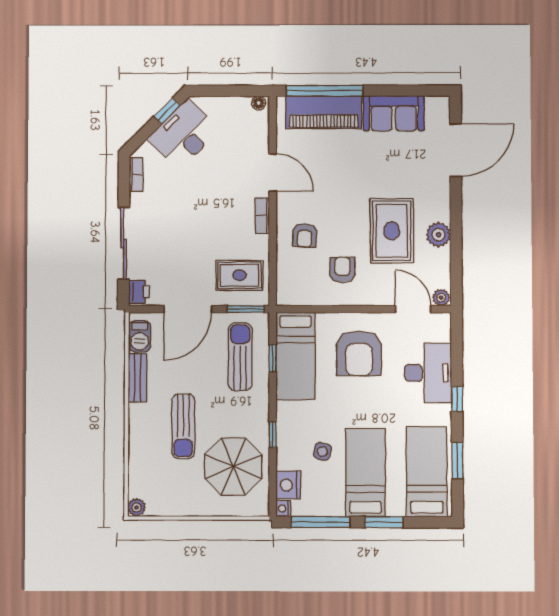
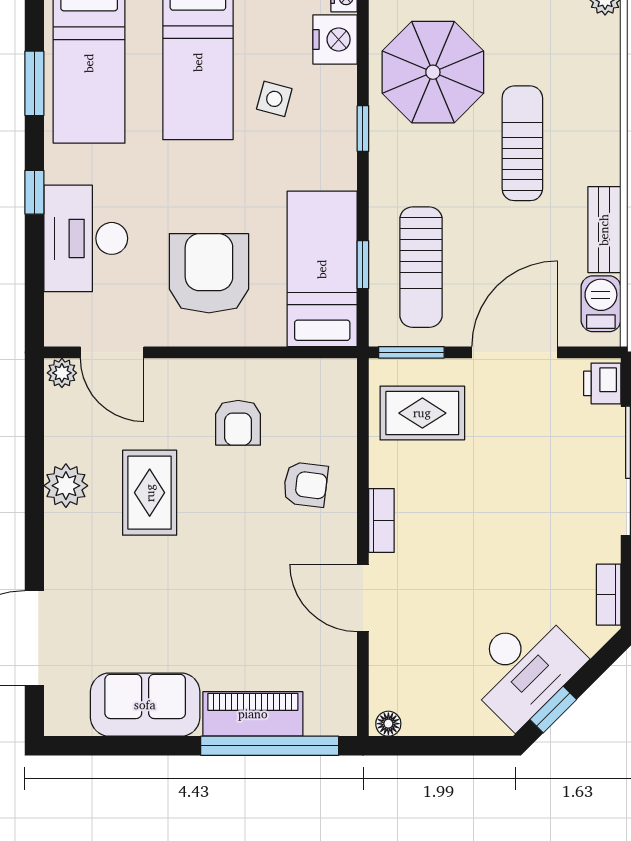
piano: (324, 112) -> (253, 714), width x0.73, depth x0.75
rug: (392, 231) -> (150, 493), width x0.73, depth x0.70
armchair: (305, 235) -> (305, 485), turned 94

